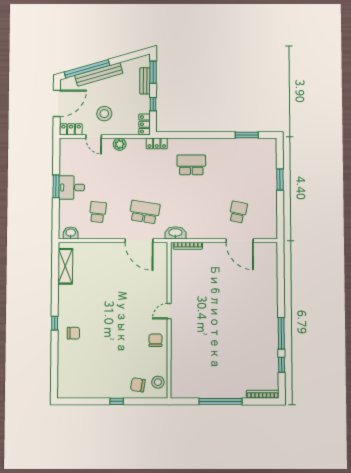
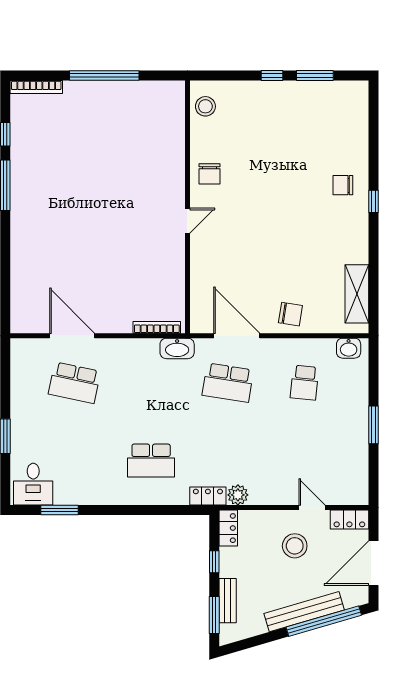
plant: (120, 144) -> (238, 495), moved
desk: (72, 187) -> (33, 484), moved, turned 90
school desk: (238, 212) -> (74, 383), width x1.85
chair: (138, 385) -> (290, 314), moved
window: (90, 401) -> (315, 76), added

